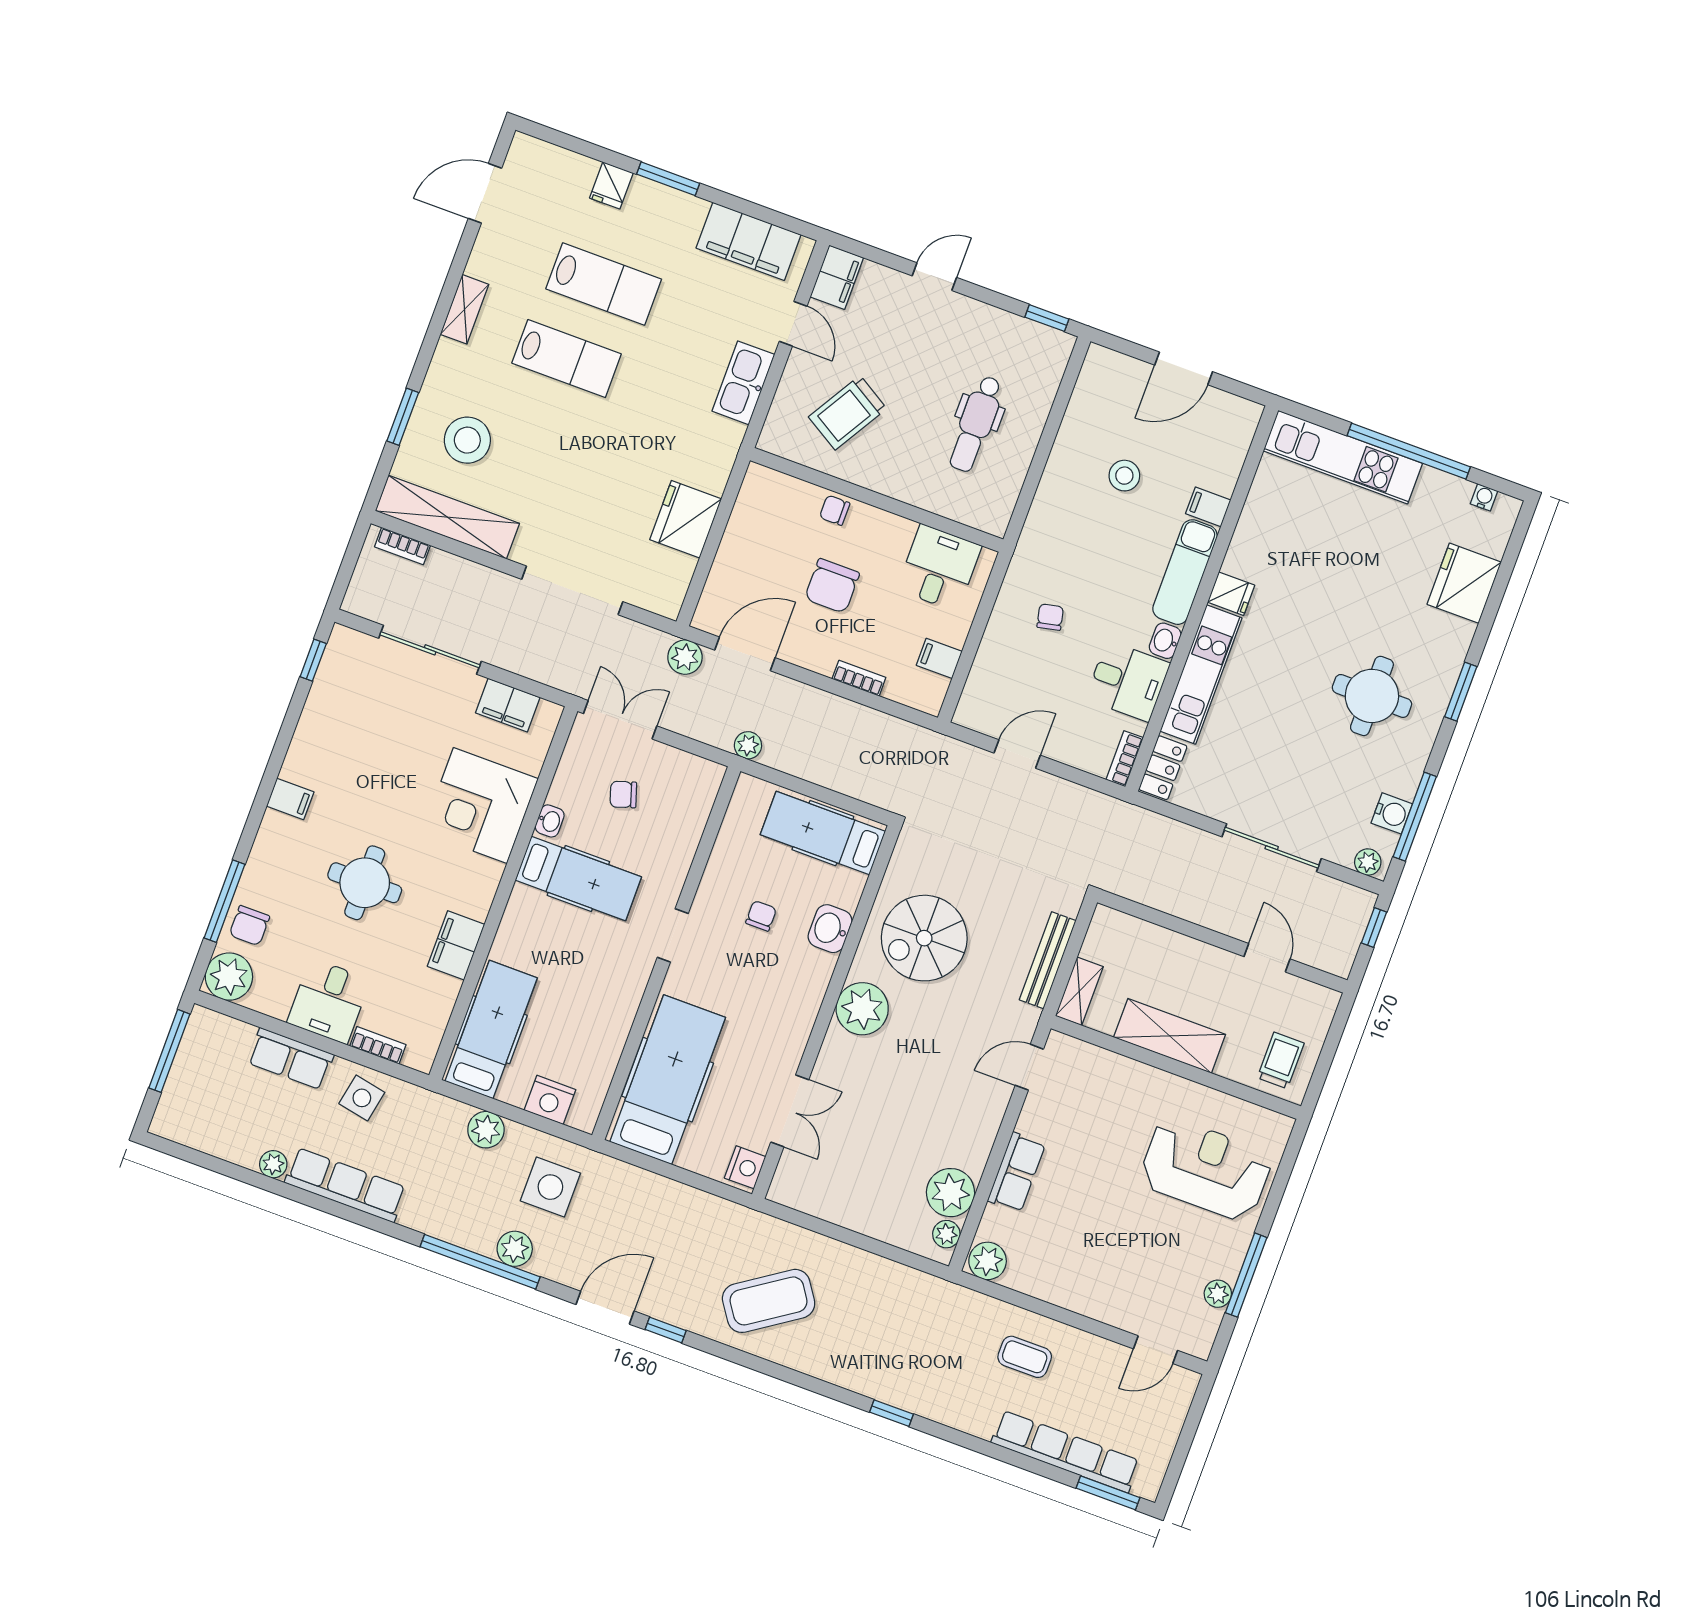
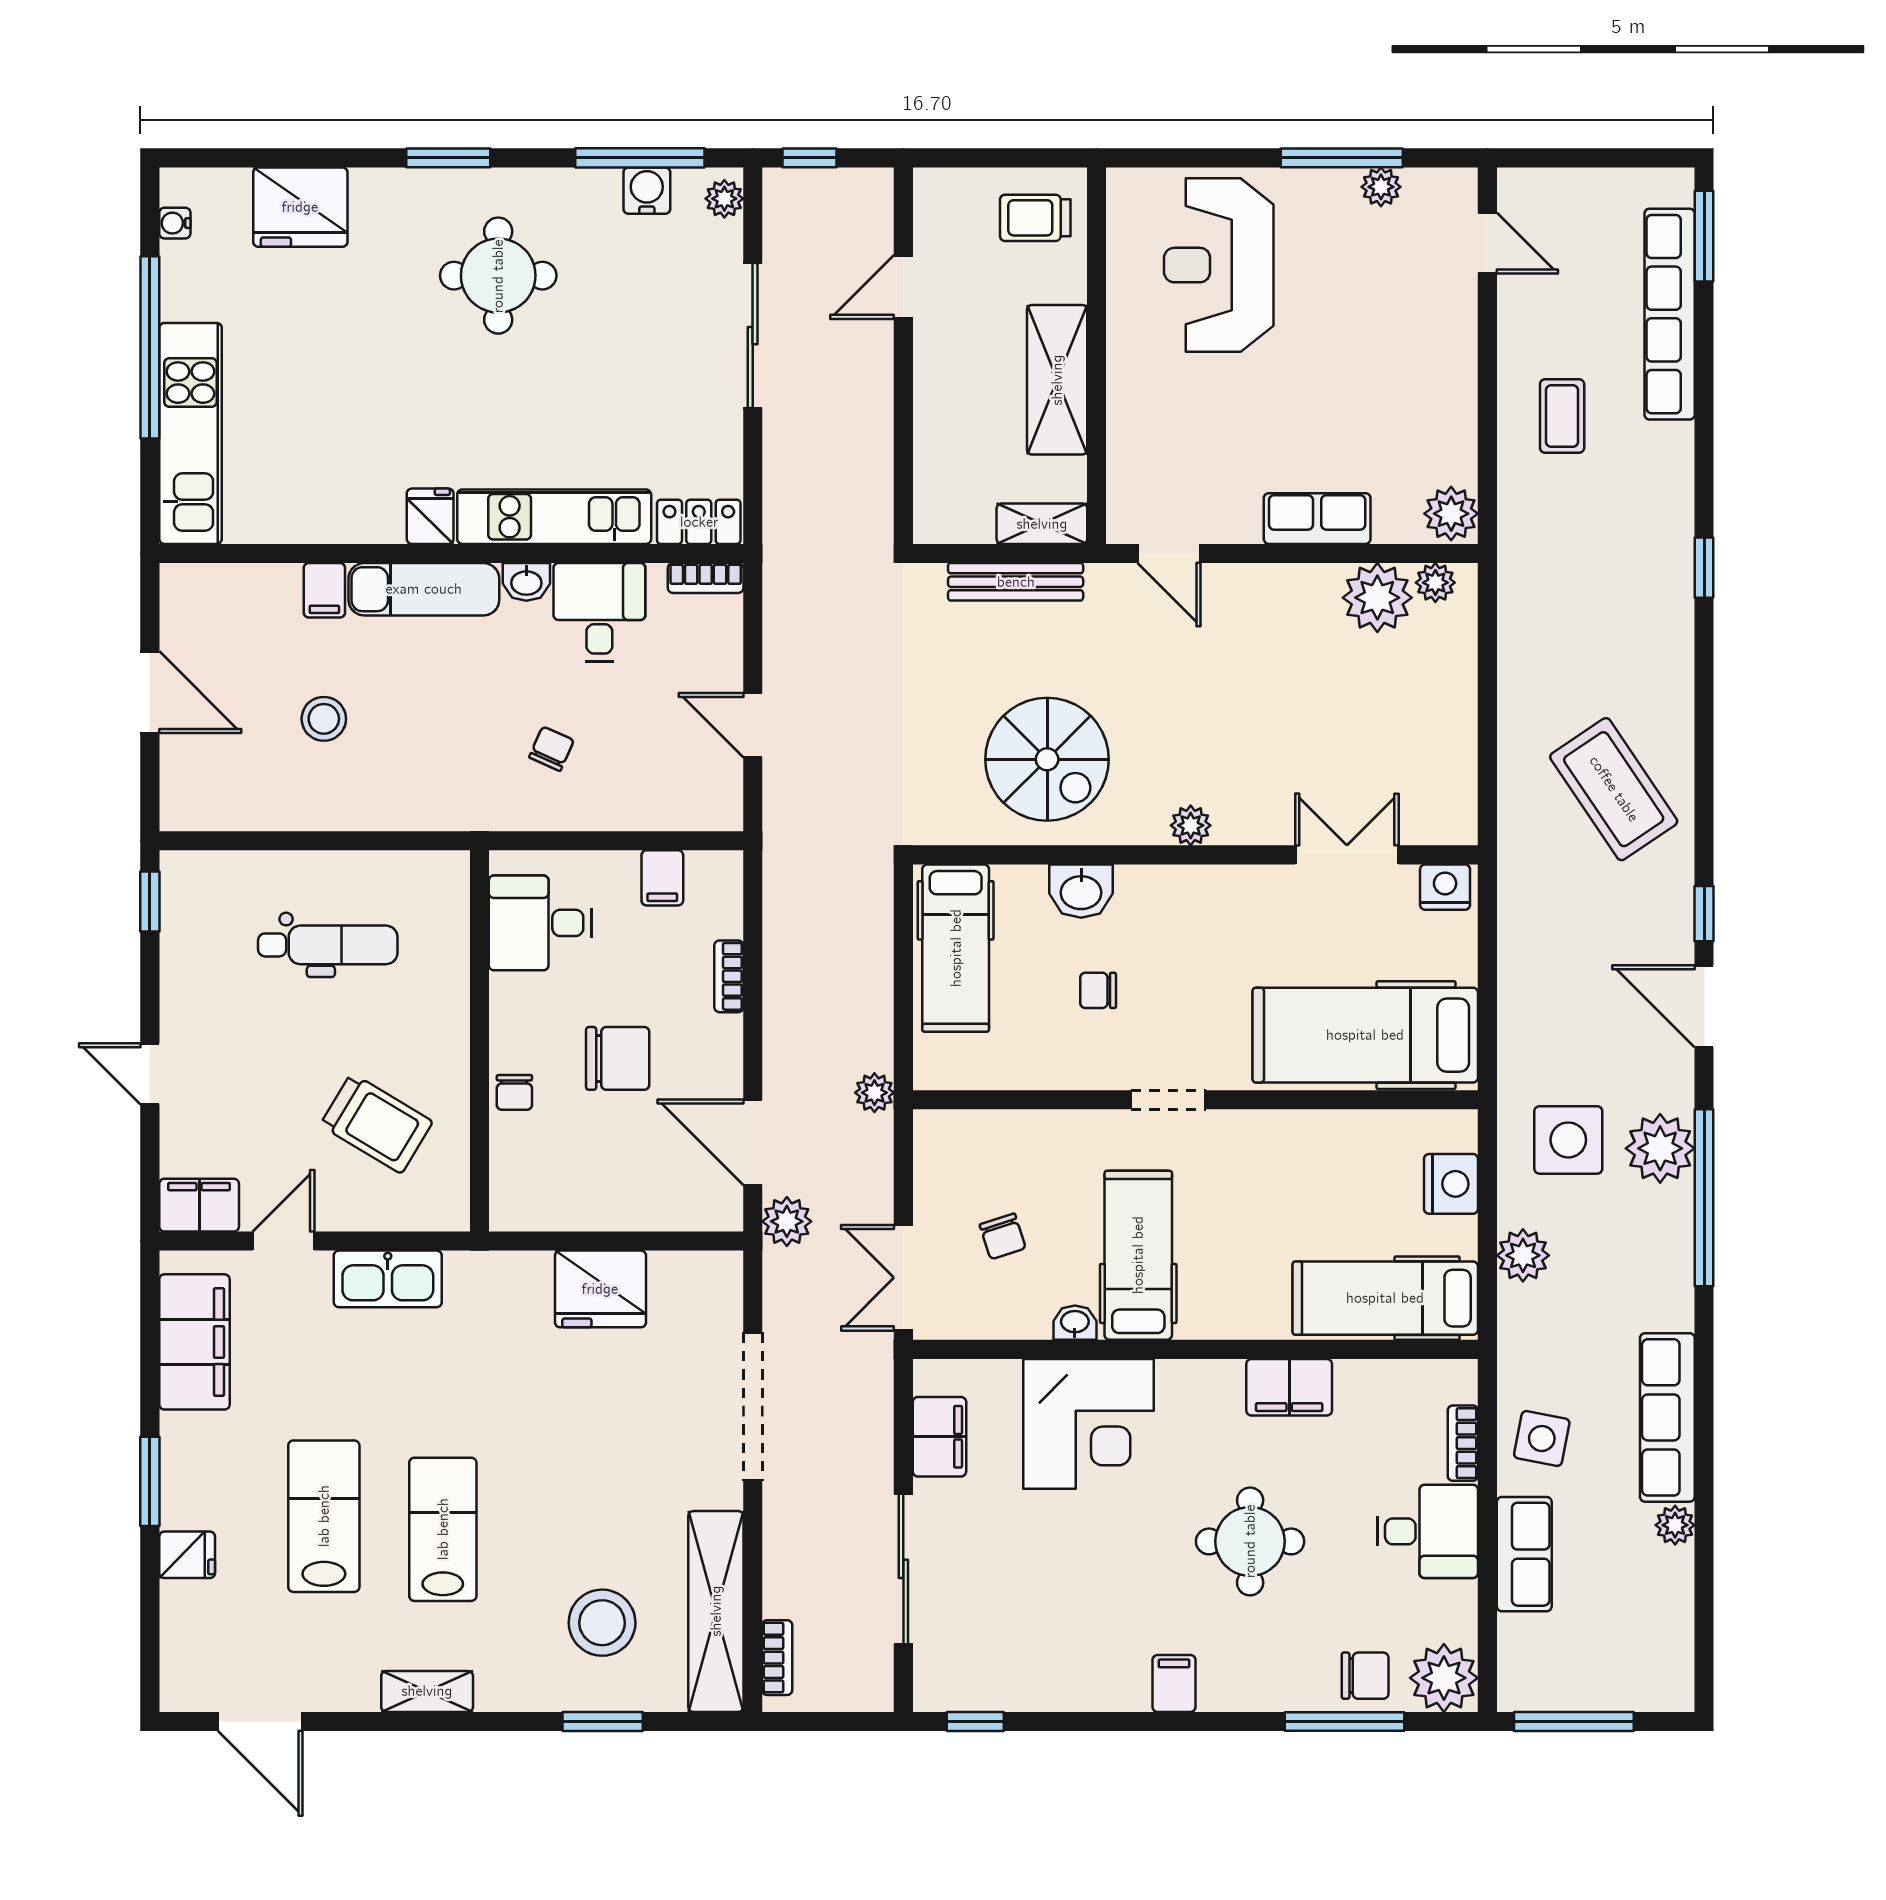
chair: (1050, 617) -> (552, 749), turned 126
plant: (862, 1009) -> (1191, 825), width x0.53, depth x0.53
plant: (515, 1249) -> (1660, 1148), width x1.36, depth x1.36

